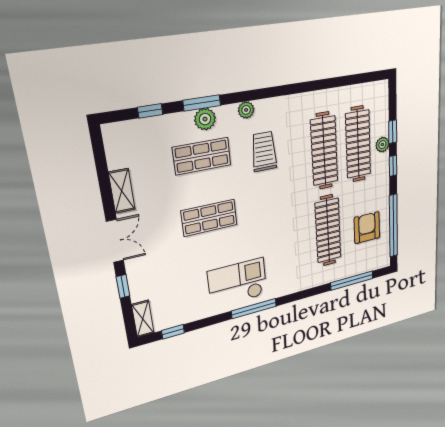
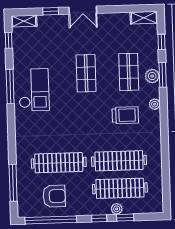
shelving: (122, 191) -> (144, 18), moved
window: (254, 309) -> (10, 86), moved

